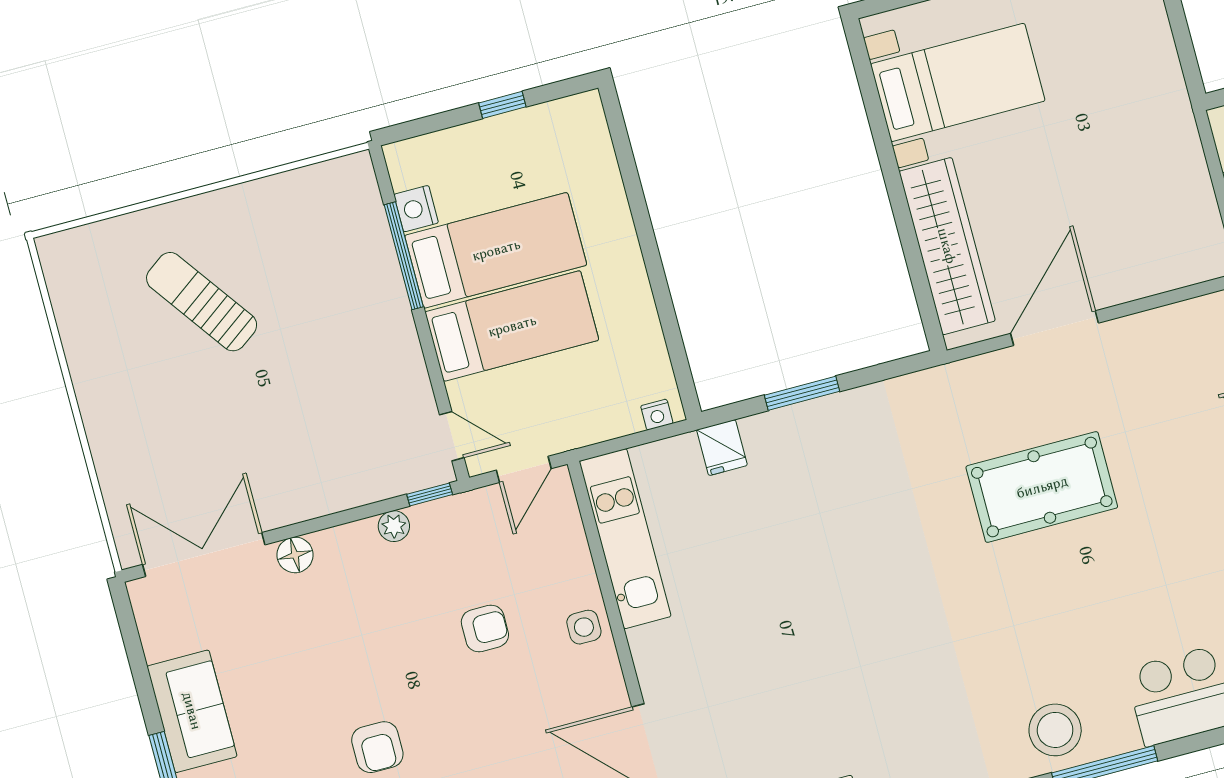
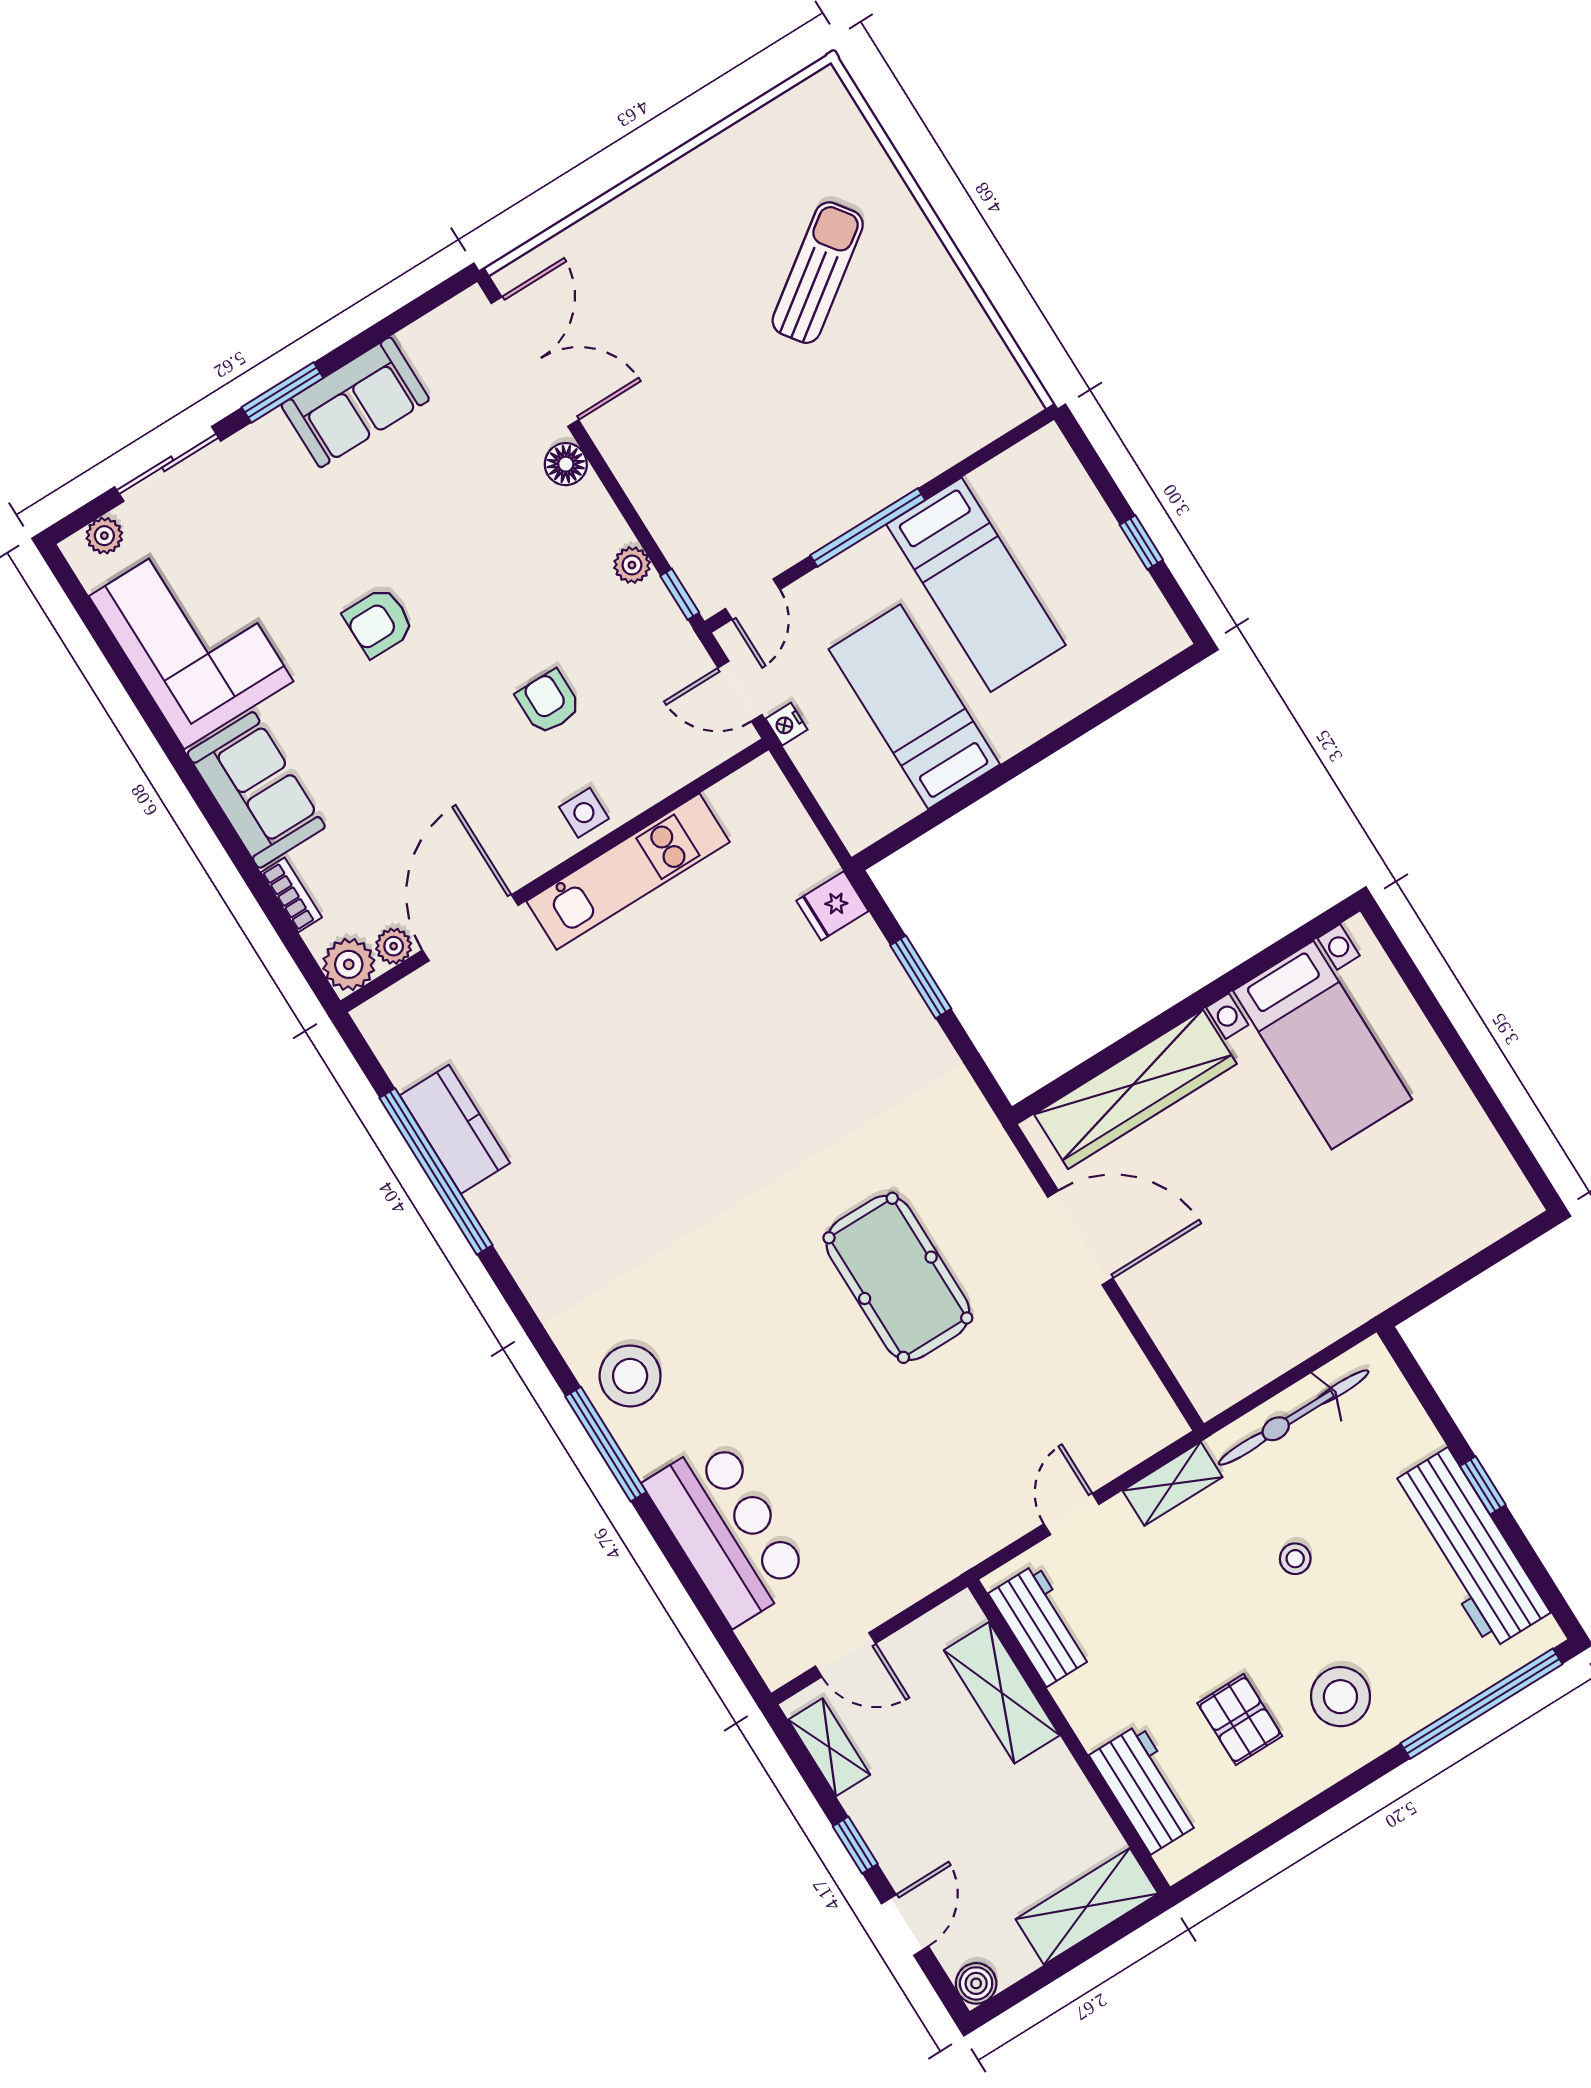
nightstand: (416, 209) -> (995, 481), removed
window: (404, 256) -> (868, 528), moved
bed: (512, 326) -> (914, 707), moved, turned 180
nightstand: (657, 415) -> (786, 724), moved
kitchen unit: (625, 539) -> (628, 872), moved
armchair: (485, 628) -> (548, 702), turned 180

